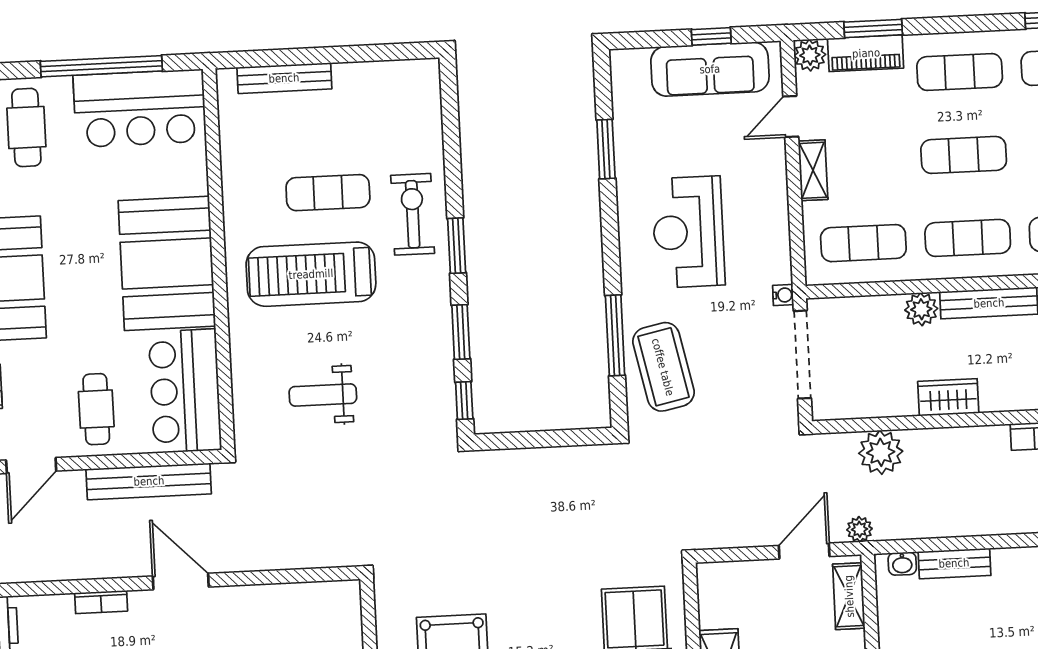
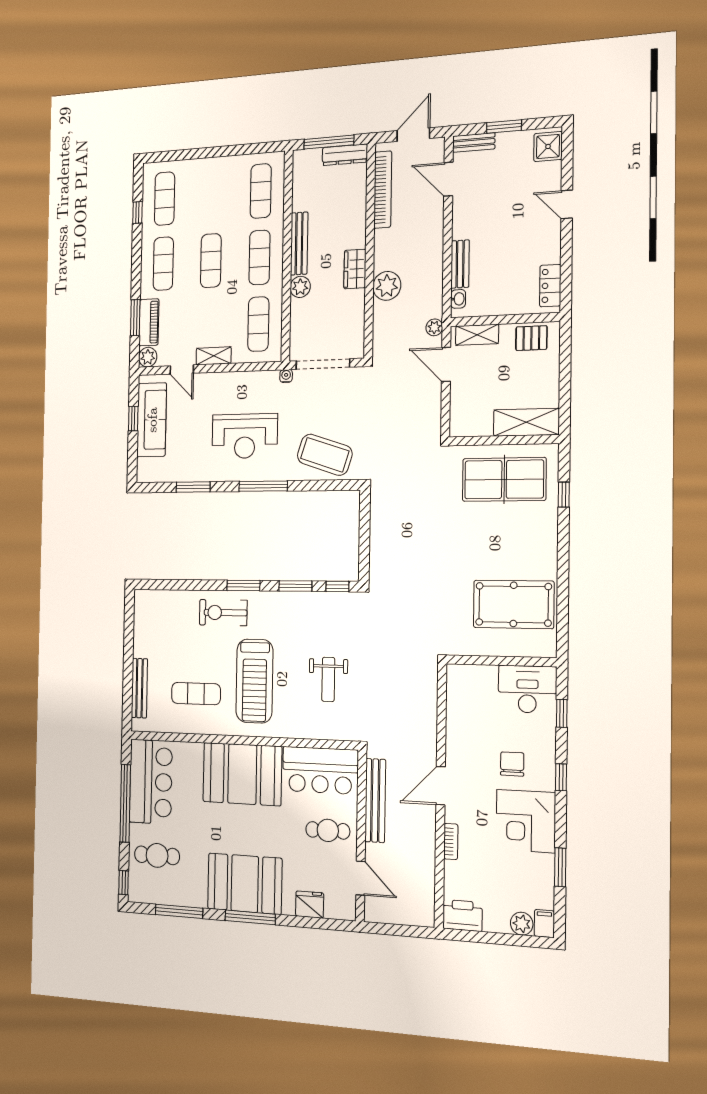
exercise mat: (328, 193) -> (196, 694), moved, turned 90
window: (615, 335) -> (263, 486), moved
coffee table: (663, 367) -> (325, 455), turned 30
plant: (881, 452) -> (387, 286), moved

